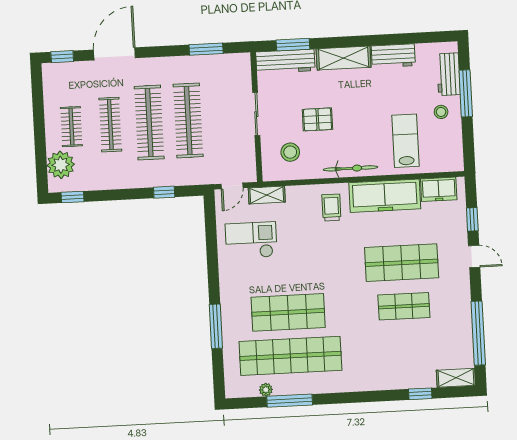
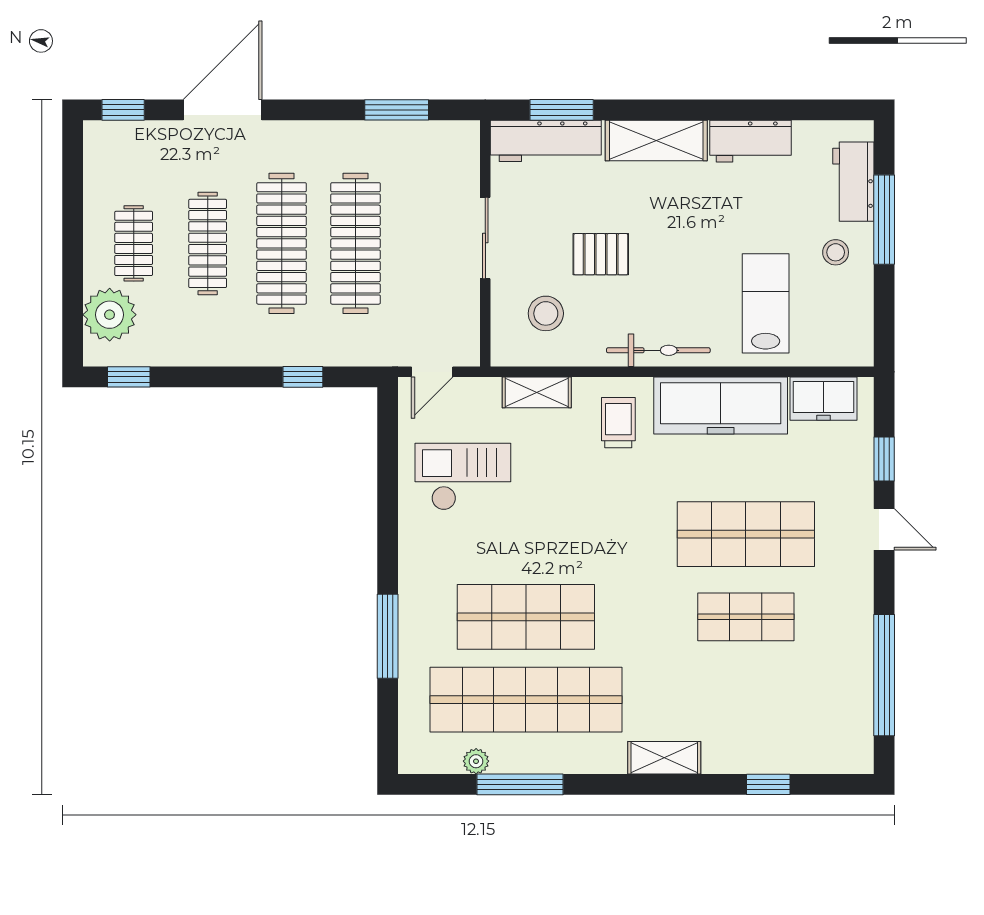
shelving: (267, 195) -> (537, 392), moved
shelving: (456, 378) -> (664, 758), moved

